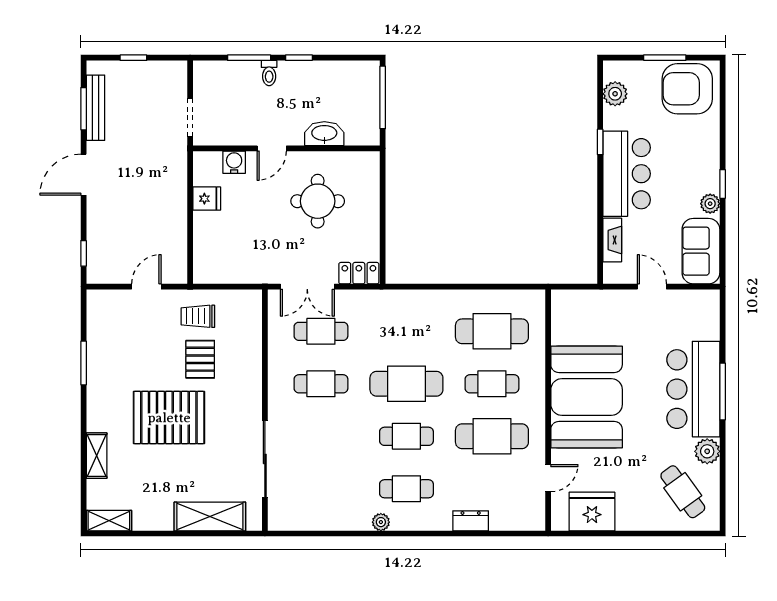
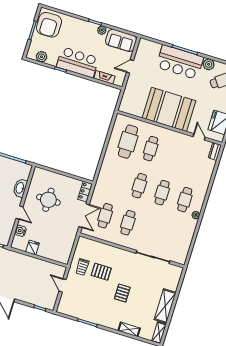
cafe table: (406, 384) -> (139, 186), width x0.73, depth x0.74
pallet: (169, 418) -> (122, 293), width x0.49, depth x0.50
cafe table: (492, 436) -> (173, 156), removed
shelving: (210, 516) -> (165, 306), moved
dresser: (471, 521) -> (215, 152), moved

